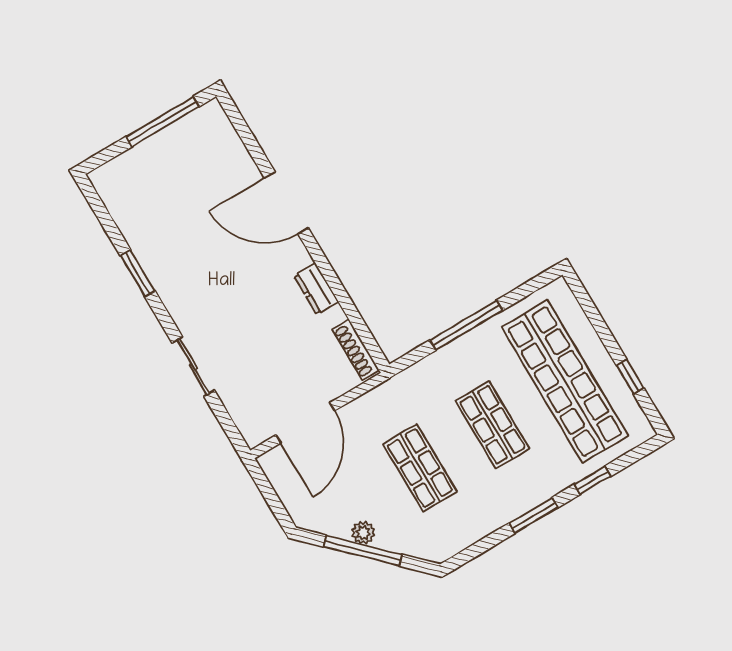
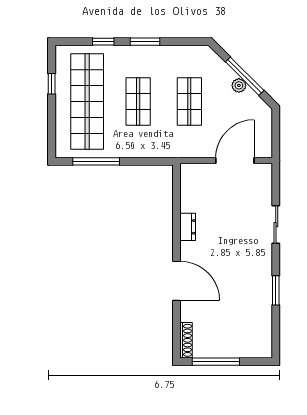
window: (466, 325) -> (96, 161), moved
shoe rack: (356, 350) -> (186, 340), moved

